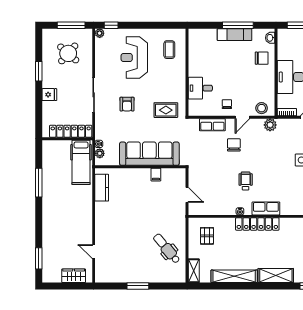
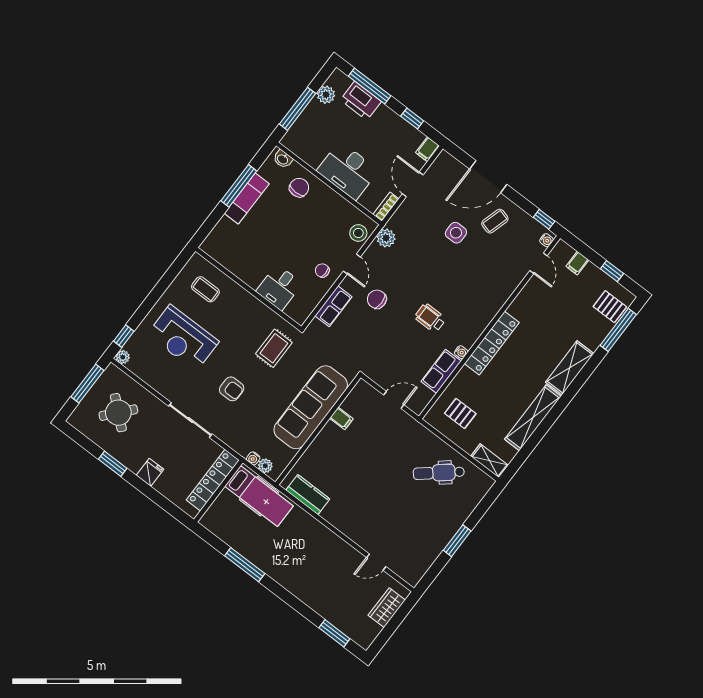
row of seats: (266, 208) -> (441, 371), moved

